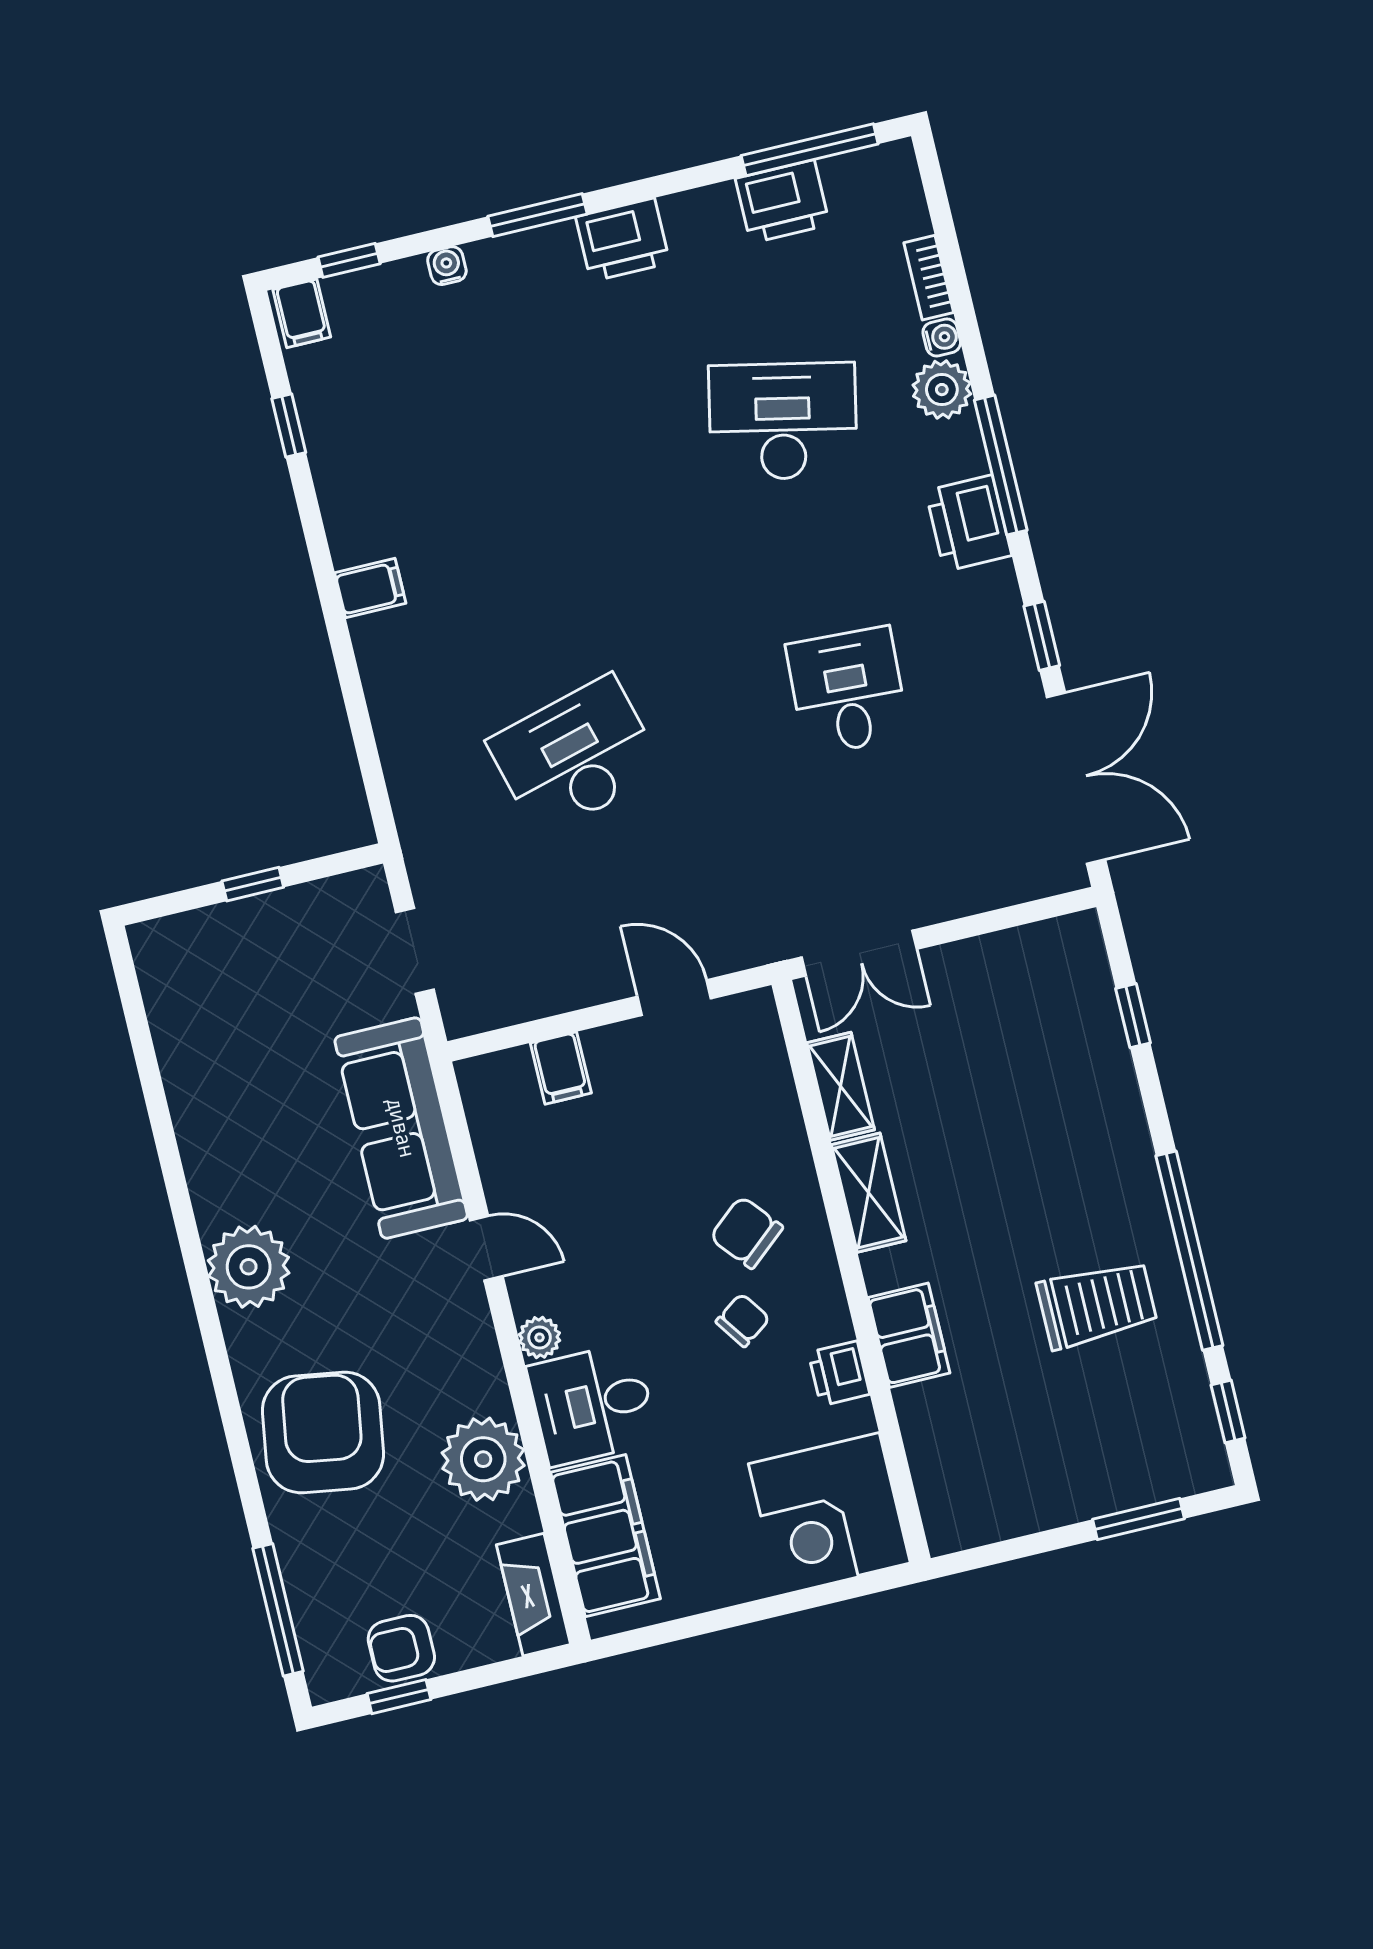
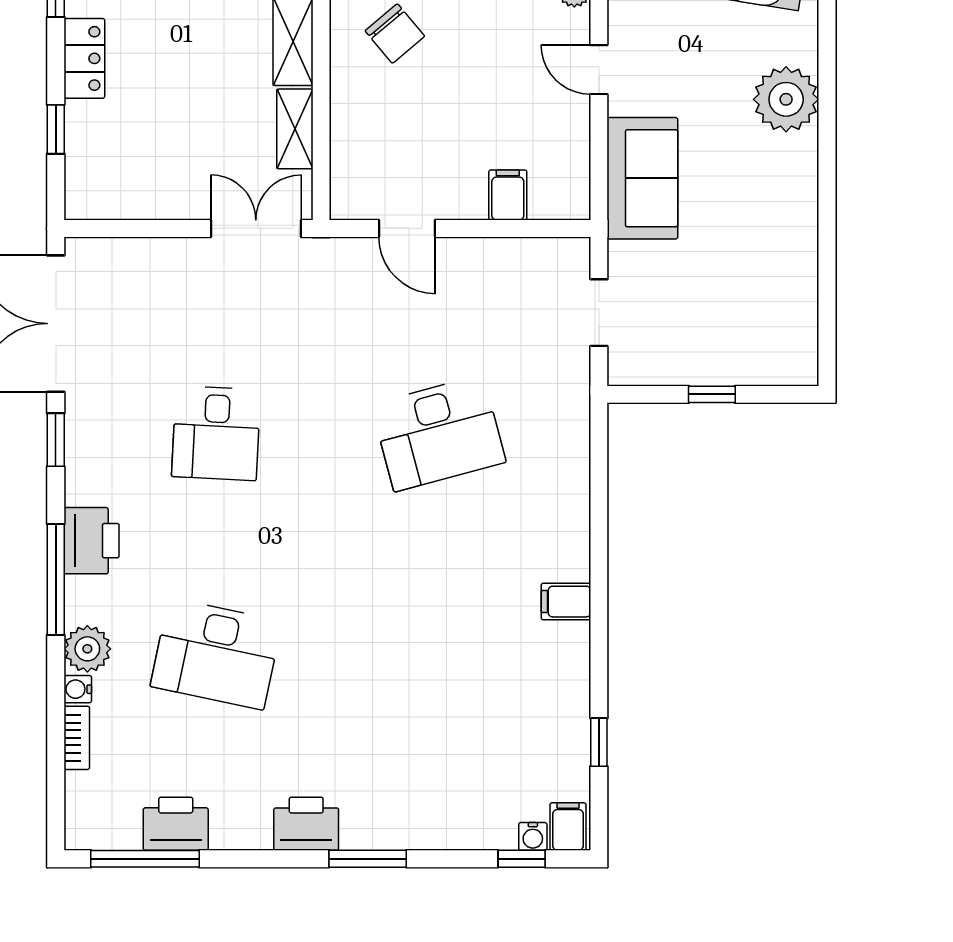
water cooler: (447, 266) -> (533, 836), moved
locker: (1119, 1111) -> (84, 58), added
sofa: (401, 1128) -> (642, 178), width x0.73

